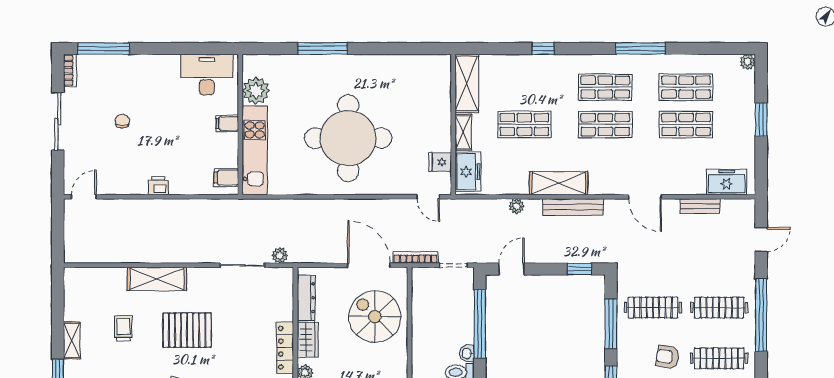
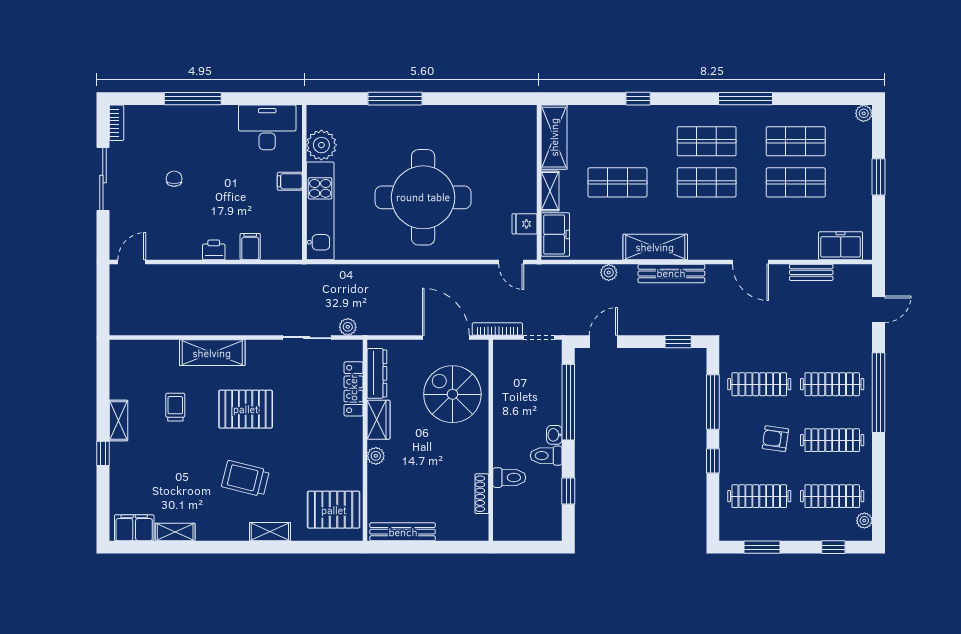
window: (104, 48) -> (193, 99), moved
filing cabinet: (226, 178) -> (250, 247), moved, turned 90
locker: (285, 348) -> (353, 389), moved

